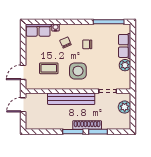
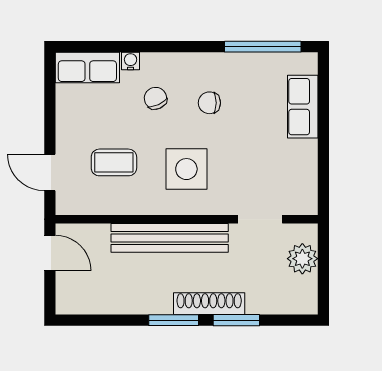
plant: (125, 65) -> (303, 155), removed
door: (23, 72) -> (50, 172), hinge flipped
door: (23, 105) -> (50, 253), swing flipped

